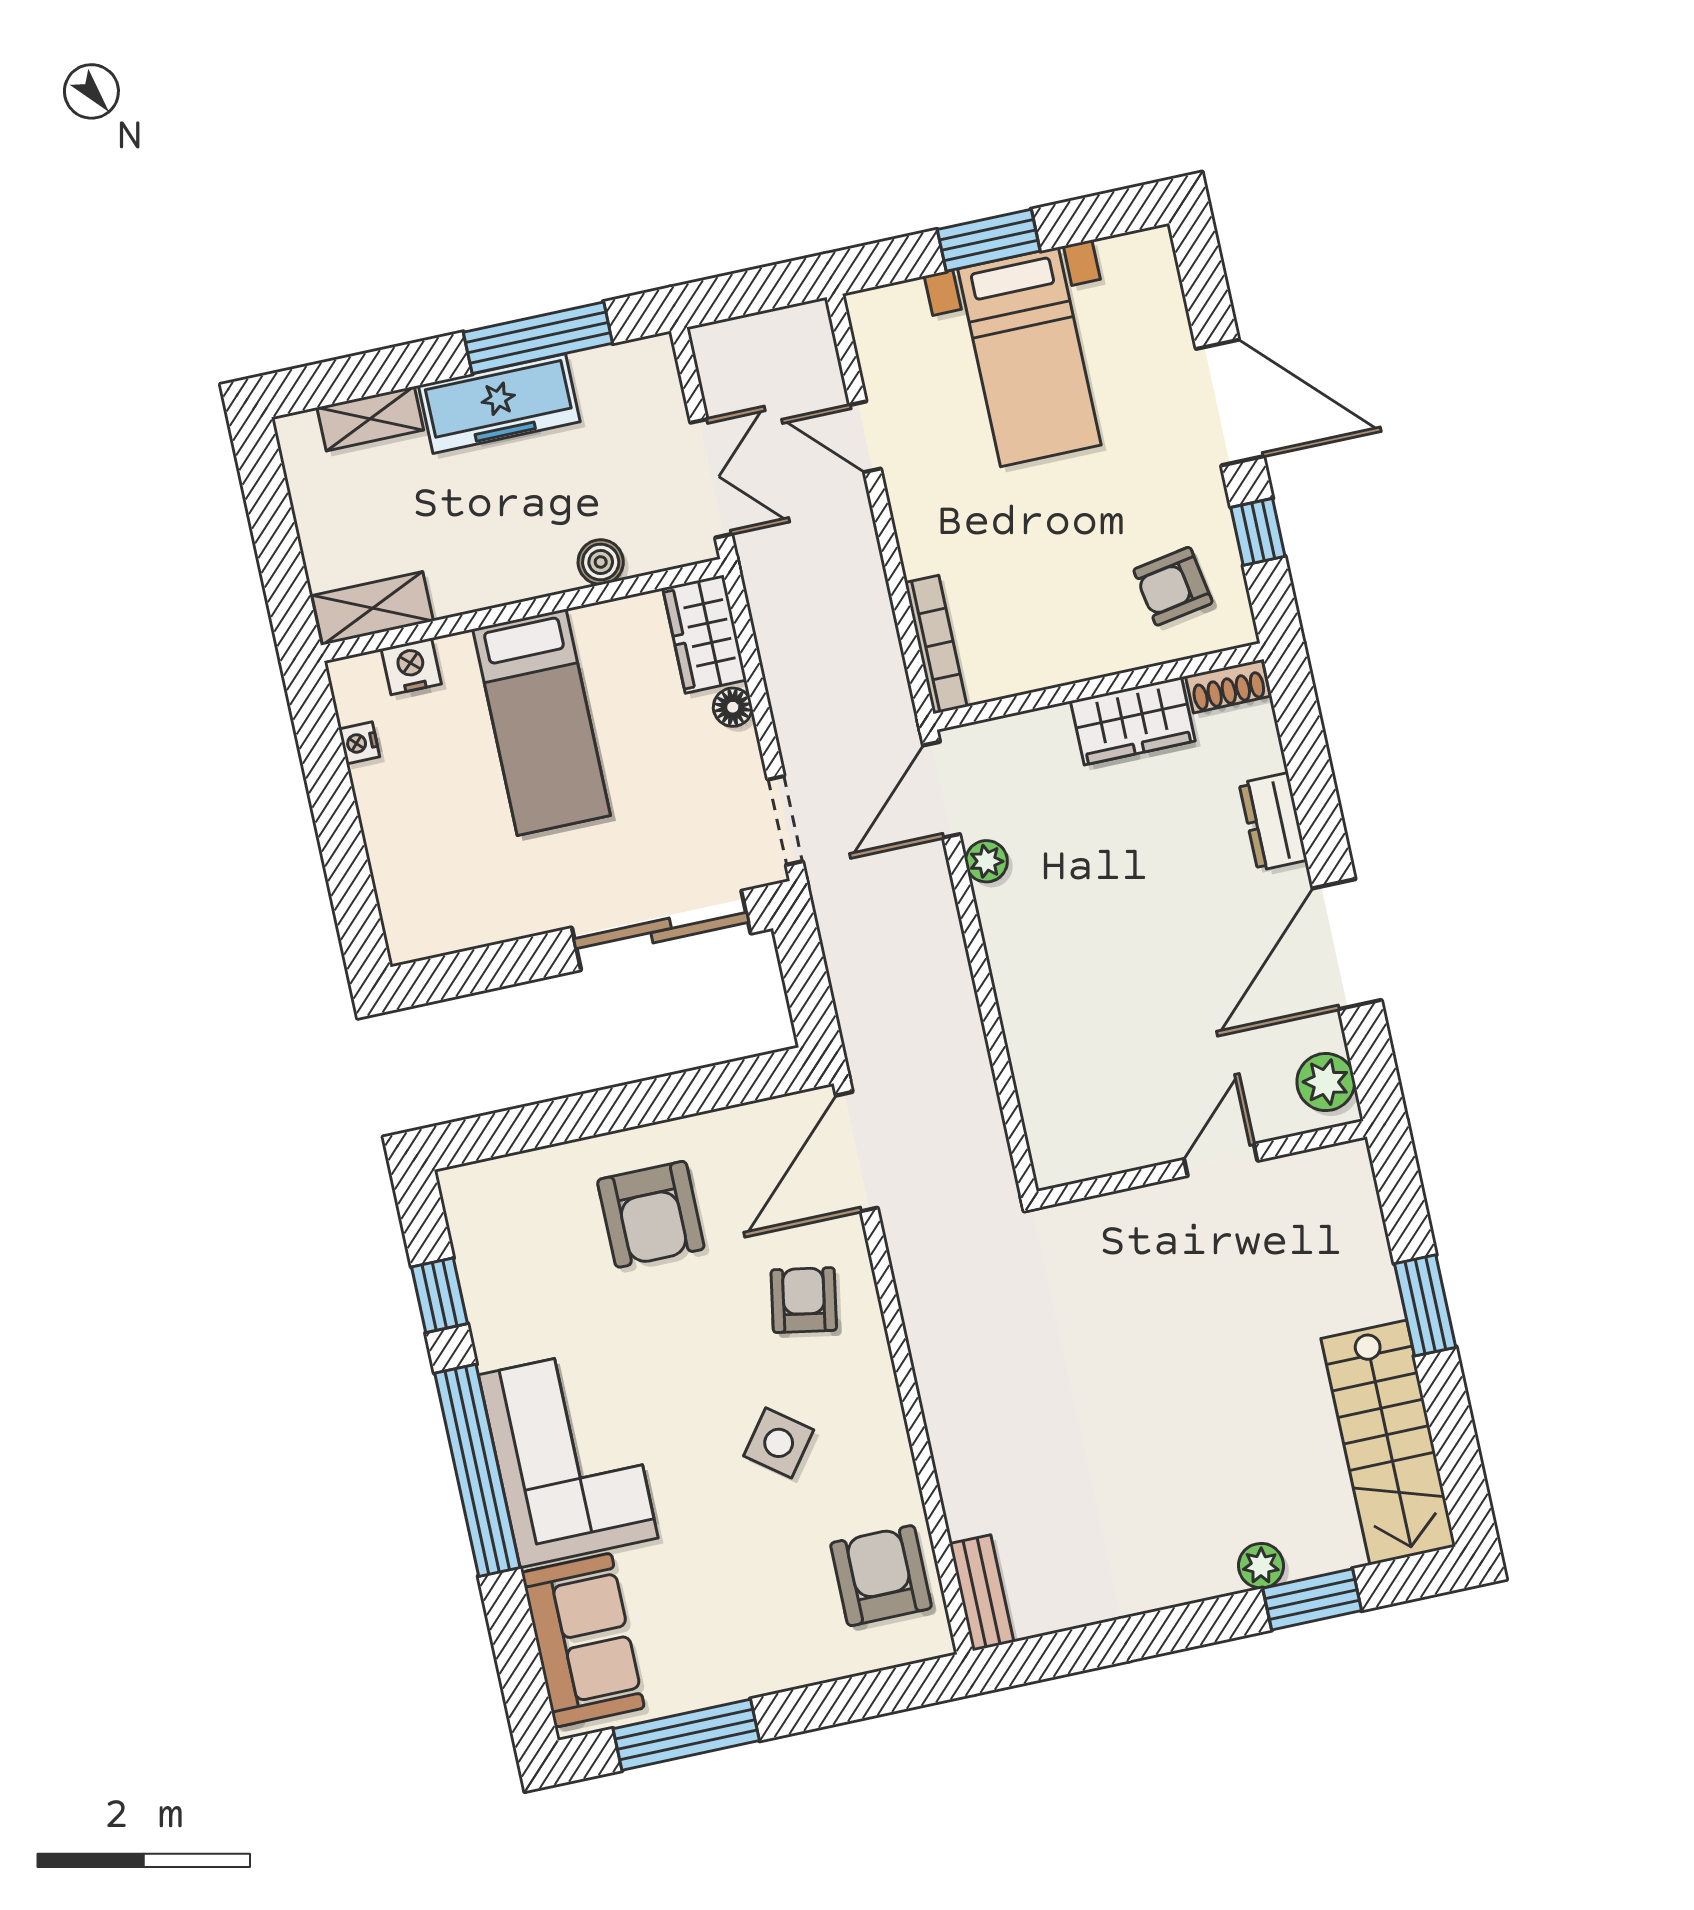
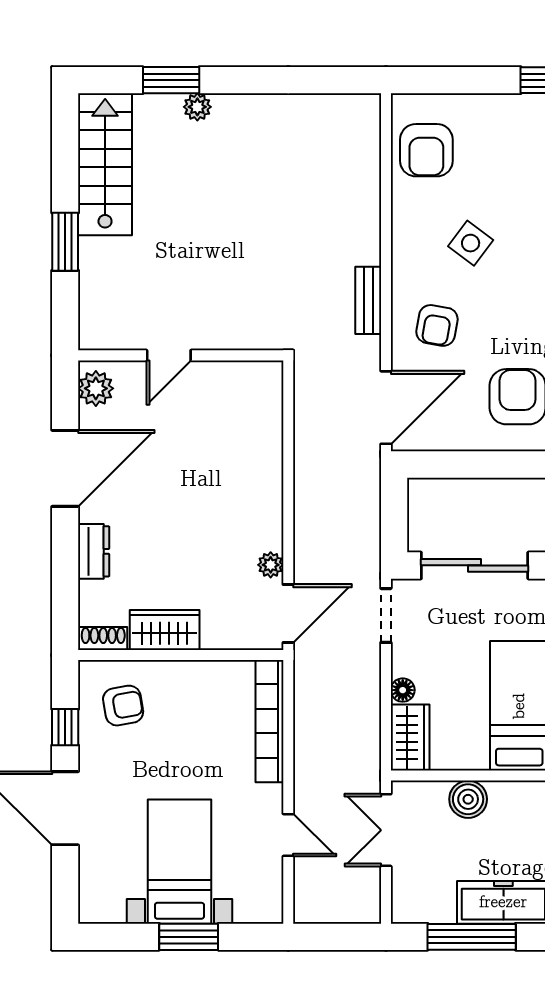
boiler: (601, 562) -> (468, 799), width x1.36, depth x1.36
bookcase: (936, 645) -> (269, 721), width x1.48, depth x1.31
bench: (982, 1593) -> (368, 300), moved

